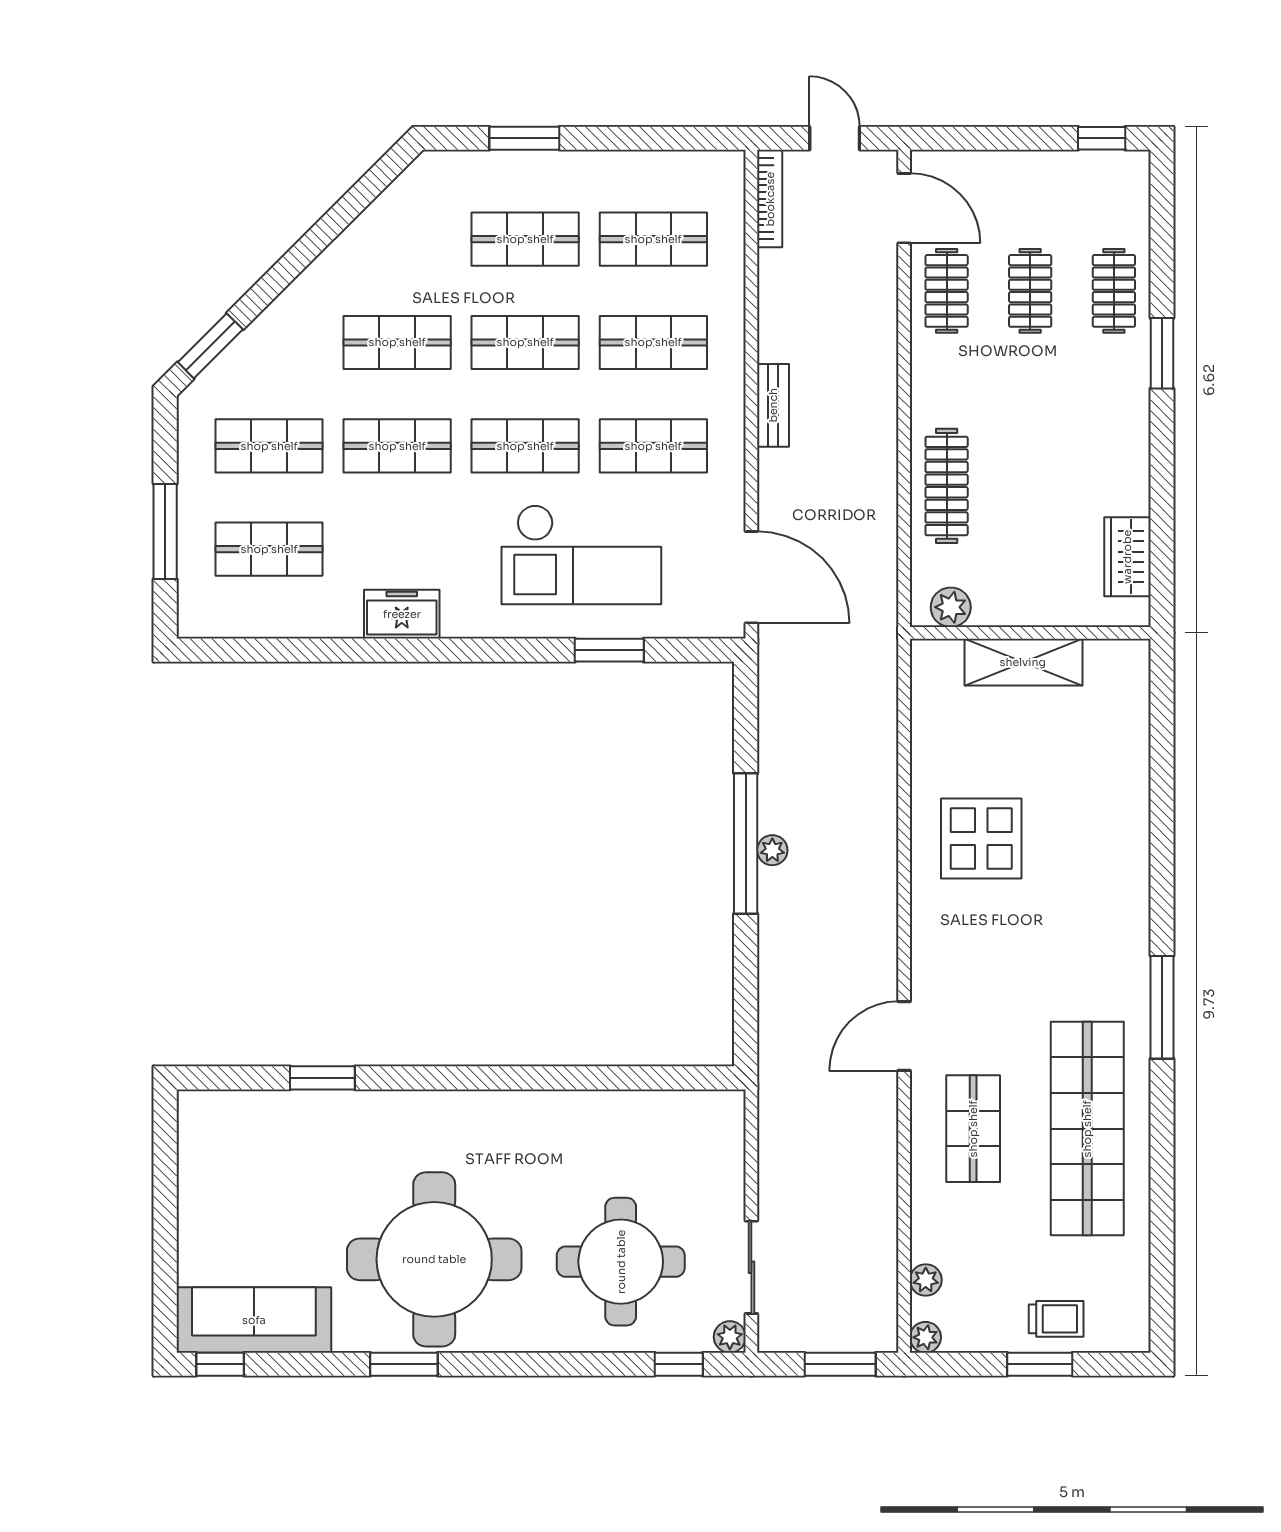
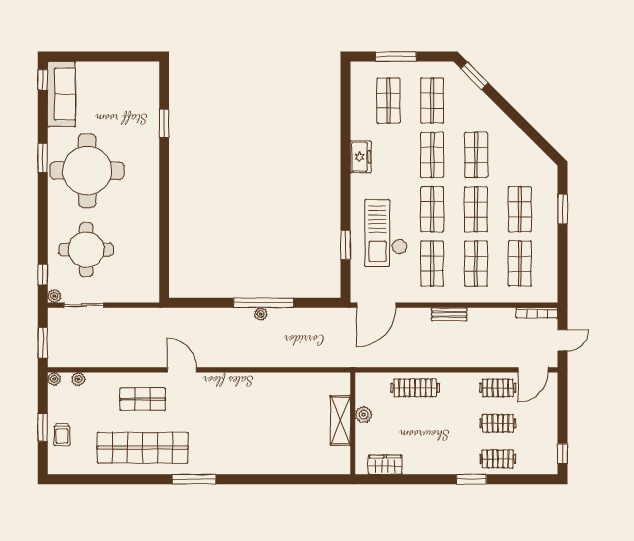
plant: (951, 607) -> (364, 415), moved
display table: (981, 839) -> (266, 403), removed

